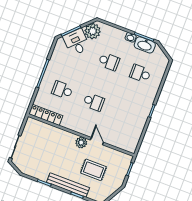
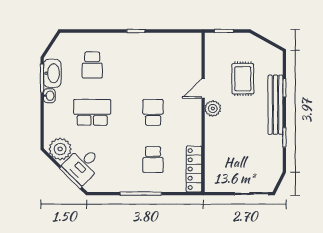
school desk: (109, 62) -> (92, 112), width x1.85

